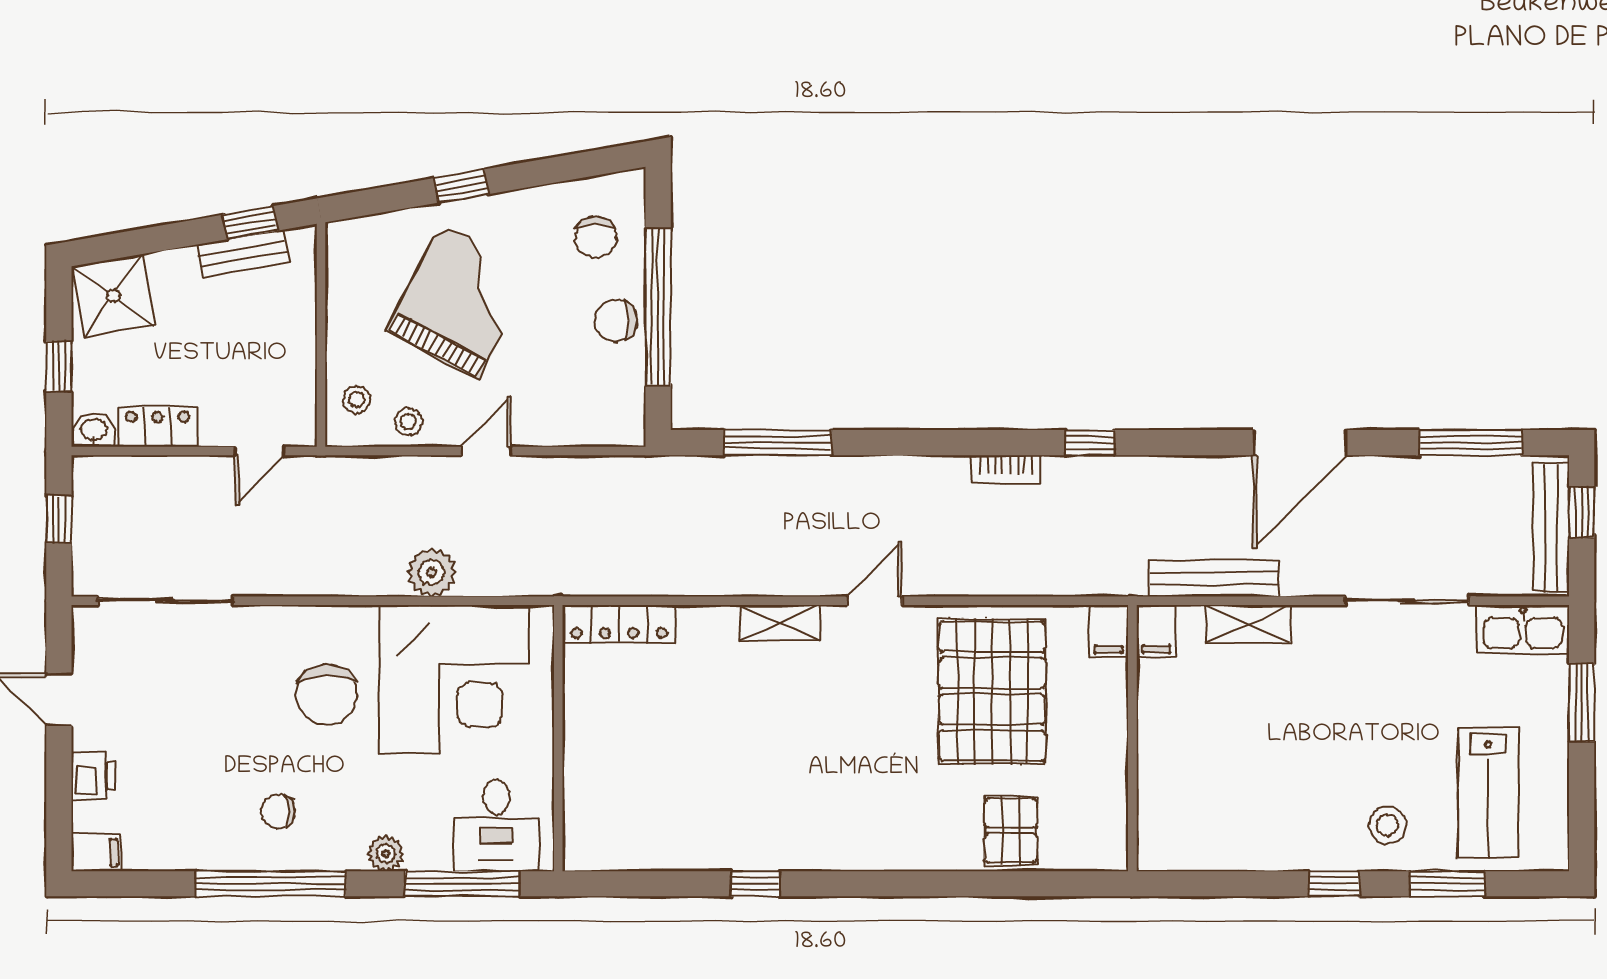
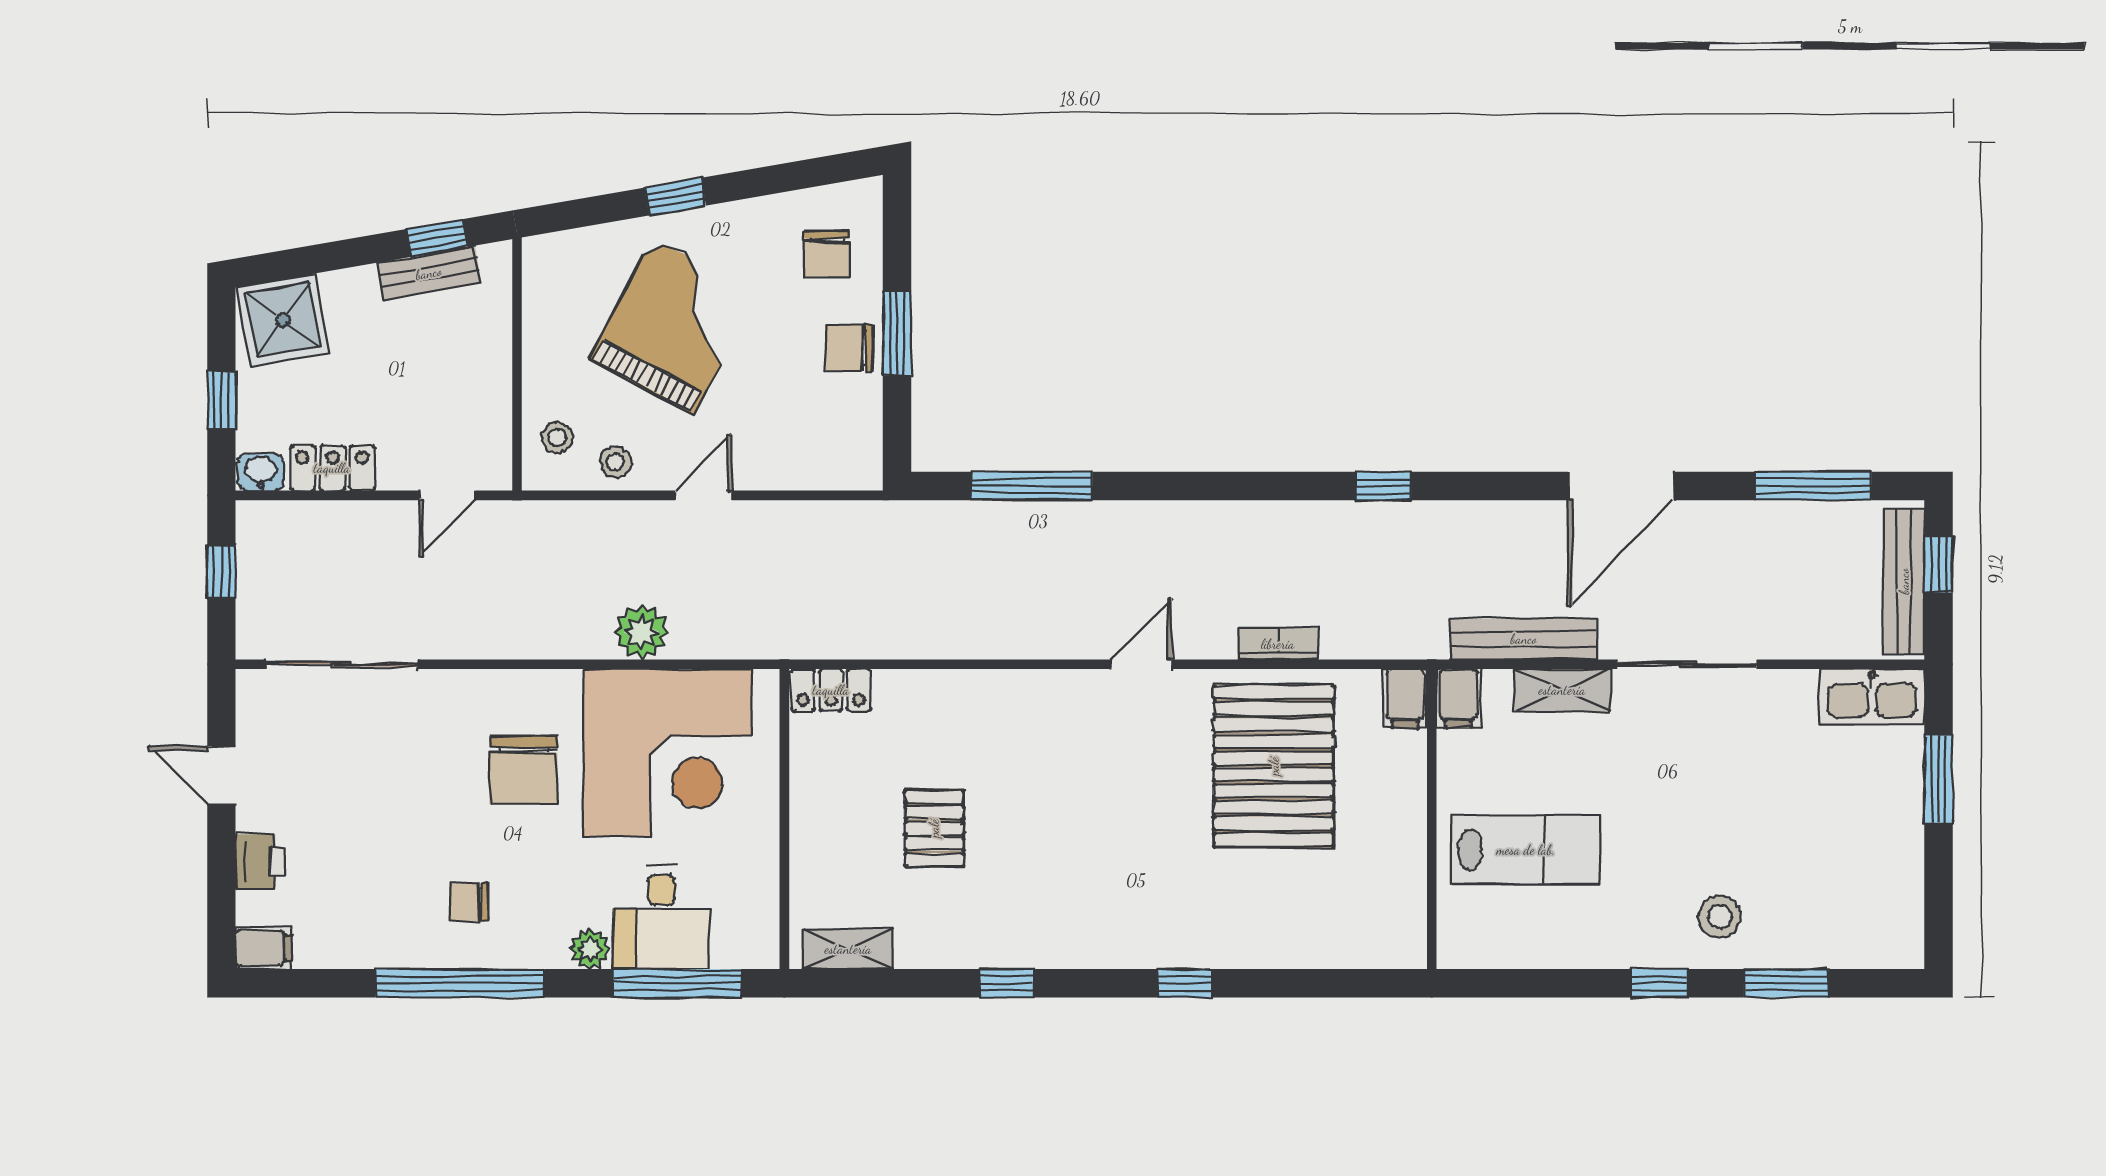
window: (658, 307) -> (897, 333), width x0.47
bookcase: (1006, 469) -> (1278, 644), moved, turned 180
sliding door: (1407, 601) -> (1687, 664), moved
shelving: (780, 623) -> (848, 949), moved
locker: (619, 624) -> (831, 690), width x0.66
lab bench: (1488, 793) -> (1526, 850), moved, turned -90
desk: (497, 825) -> (662, 918), moved
pallet: (1011, 830) -> (934, 828), moved
window: (913, 884) -> (1184, 983), added

